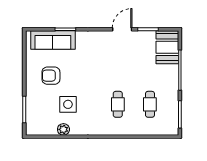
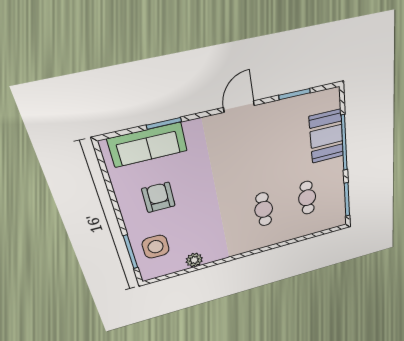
door: (122, 29) -> (239, 107), moved
booth: (167, 47) -> (326, 136), moved
armchair: (51, 76) -> (158, 197), turned 90
side table: (68, 104) -> (156, 247), moved

